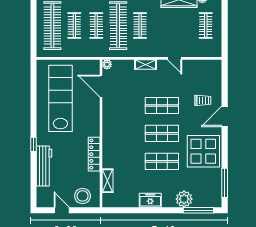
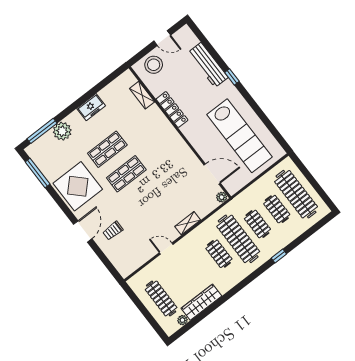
clothes rail: (206, 26) -> (161, 299), width x1.36
shop shelf: (162, 105) -> (145, 198), removed

